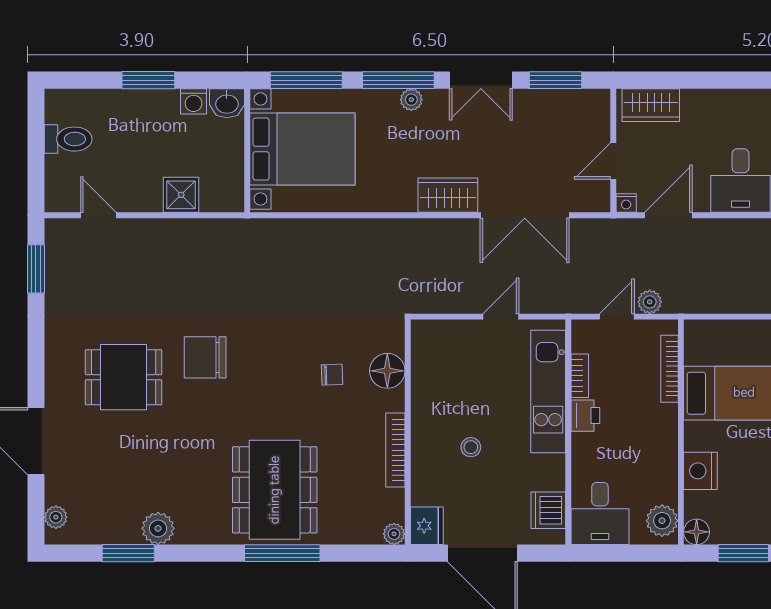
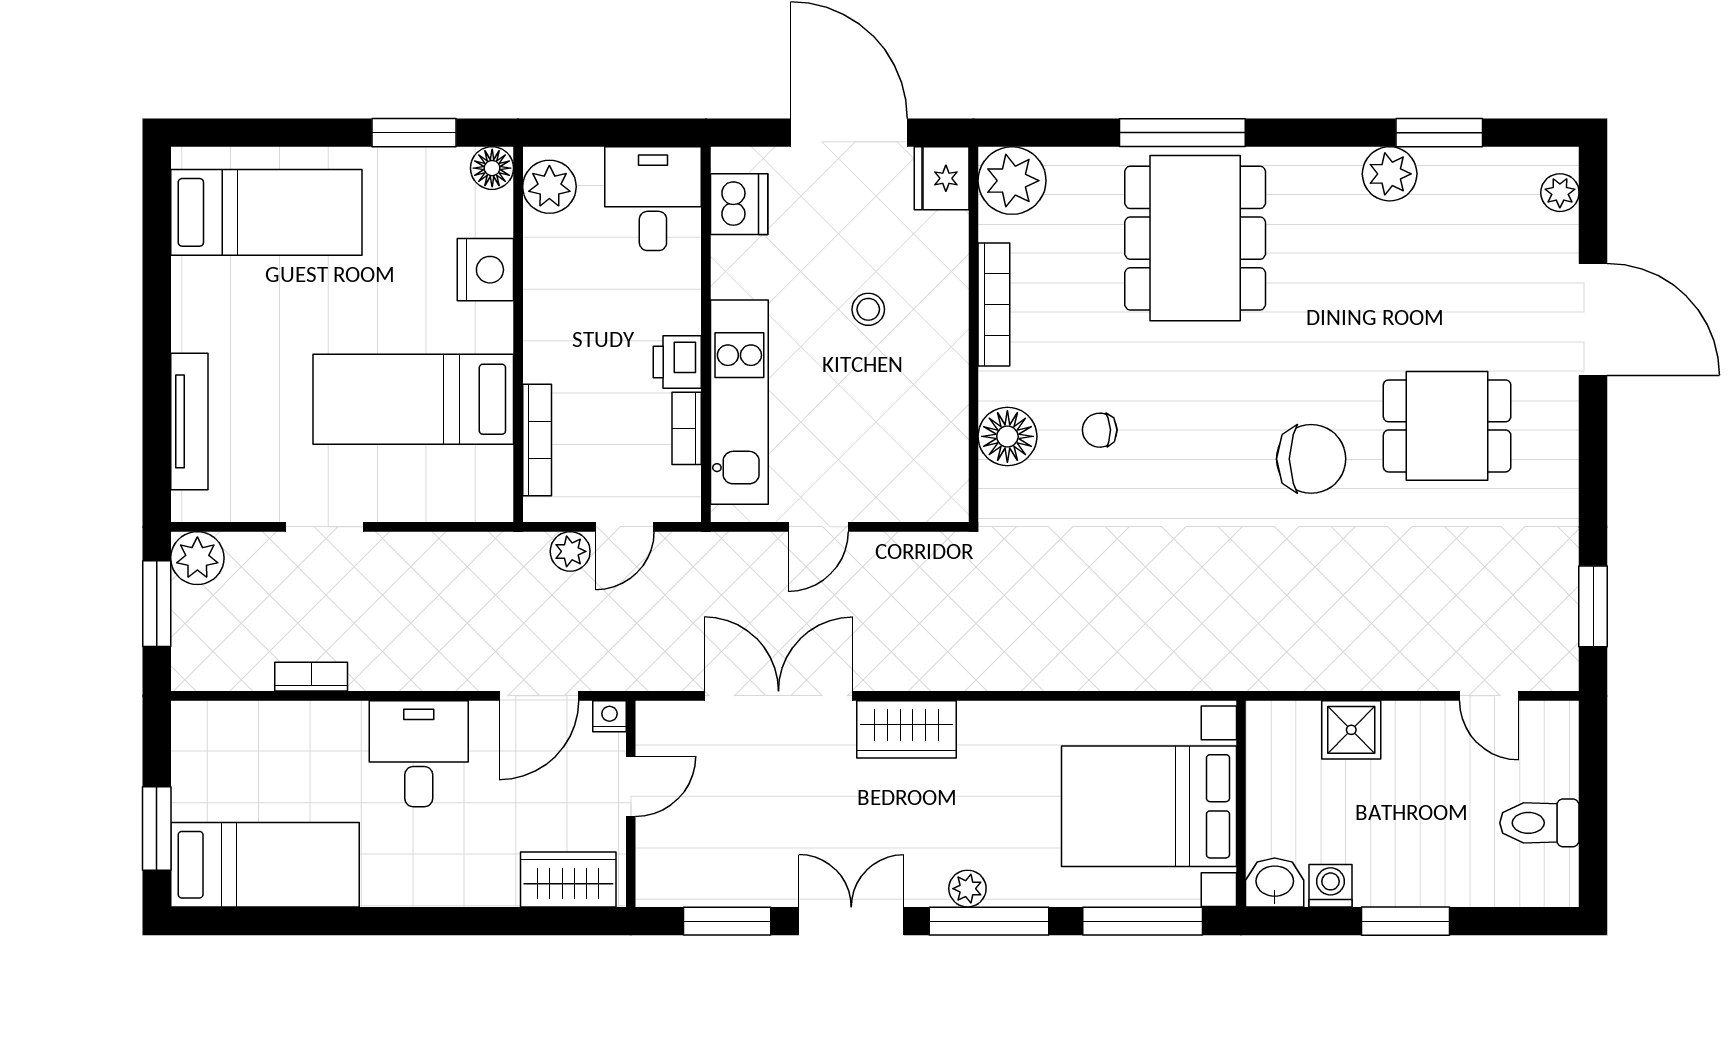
plant: (394, 534) -> (1012, 181), width x1.87, depth x1.87

